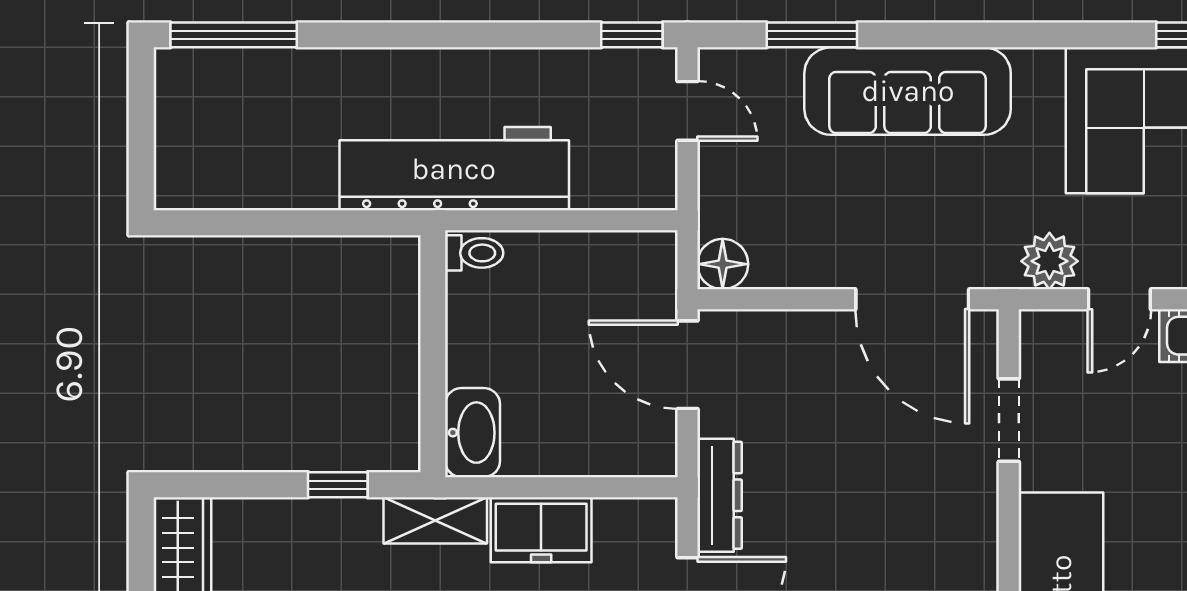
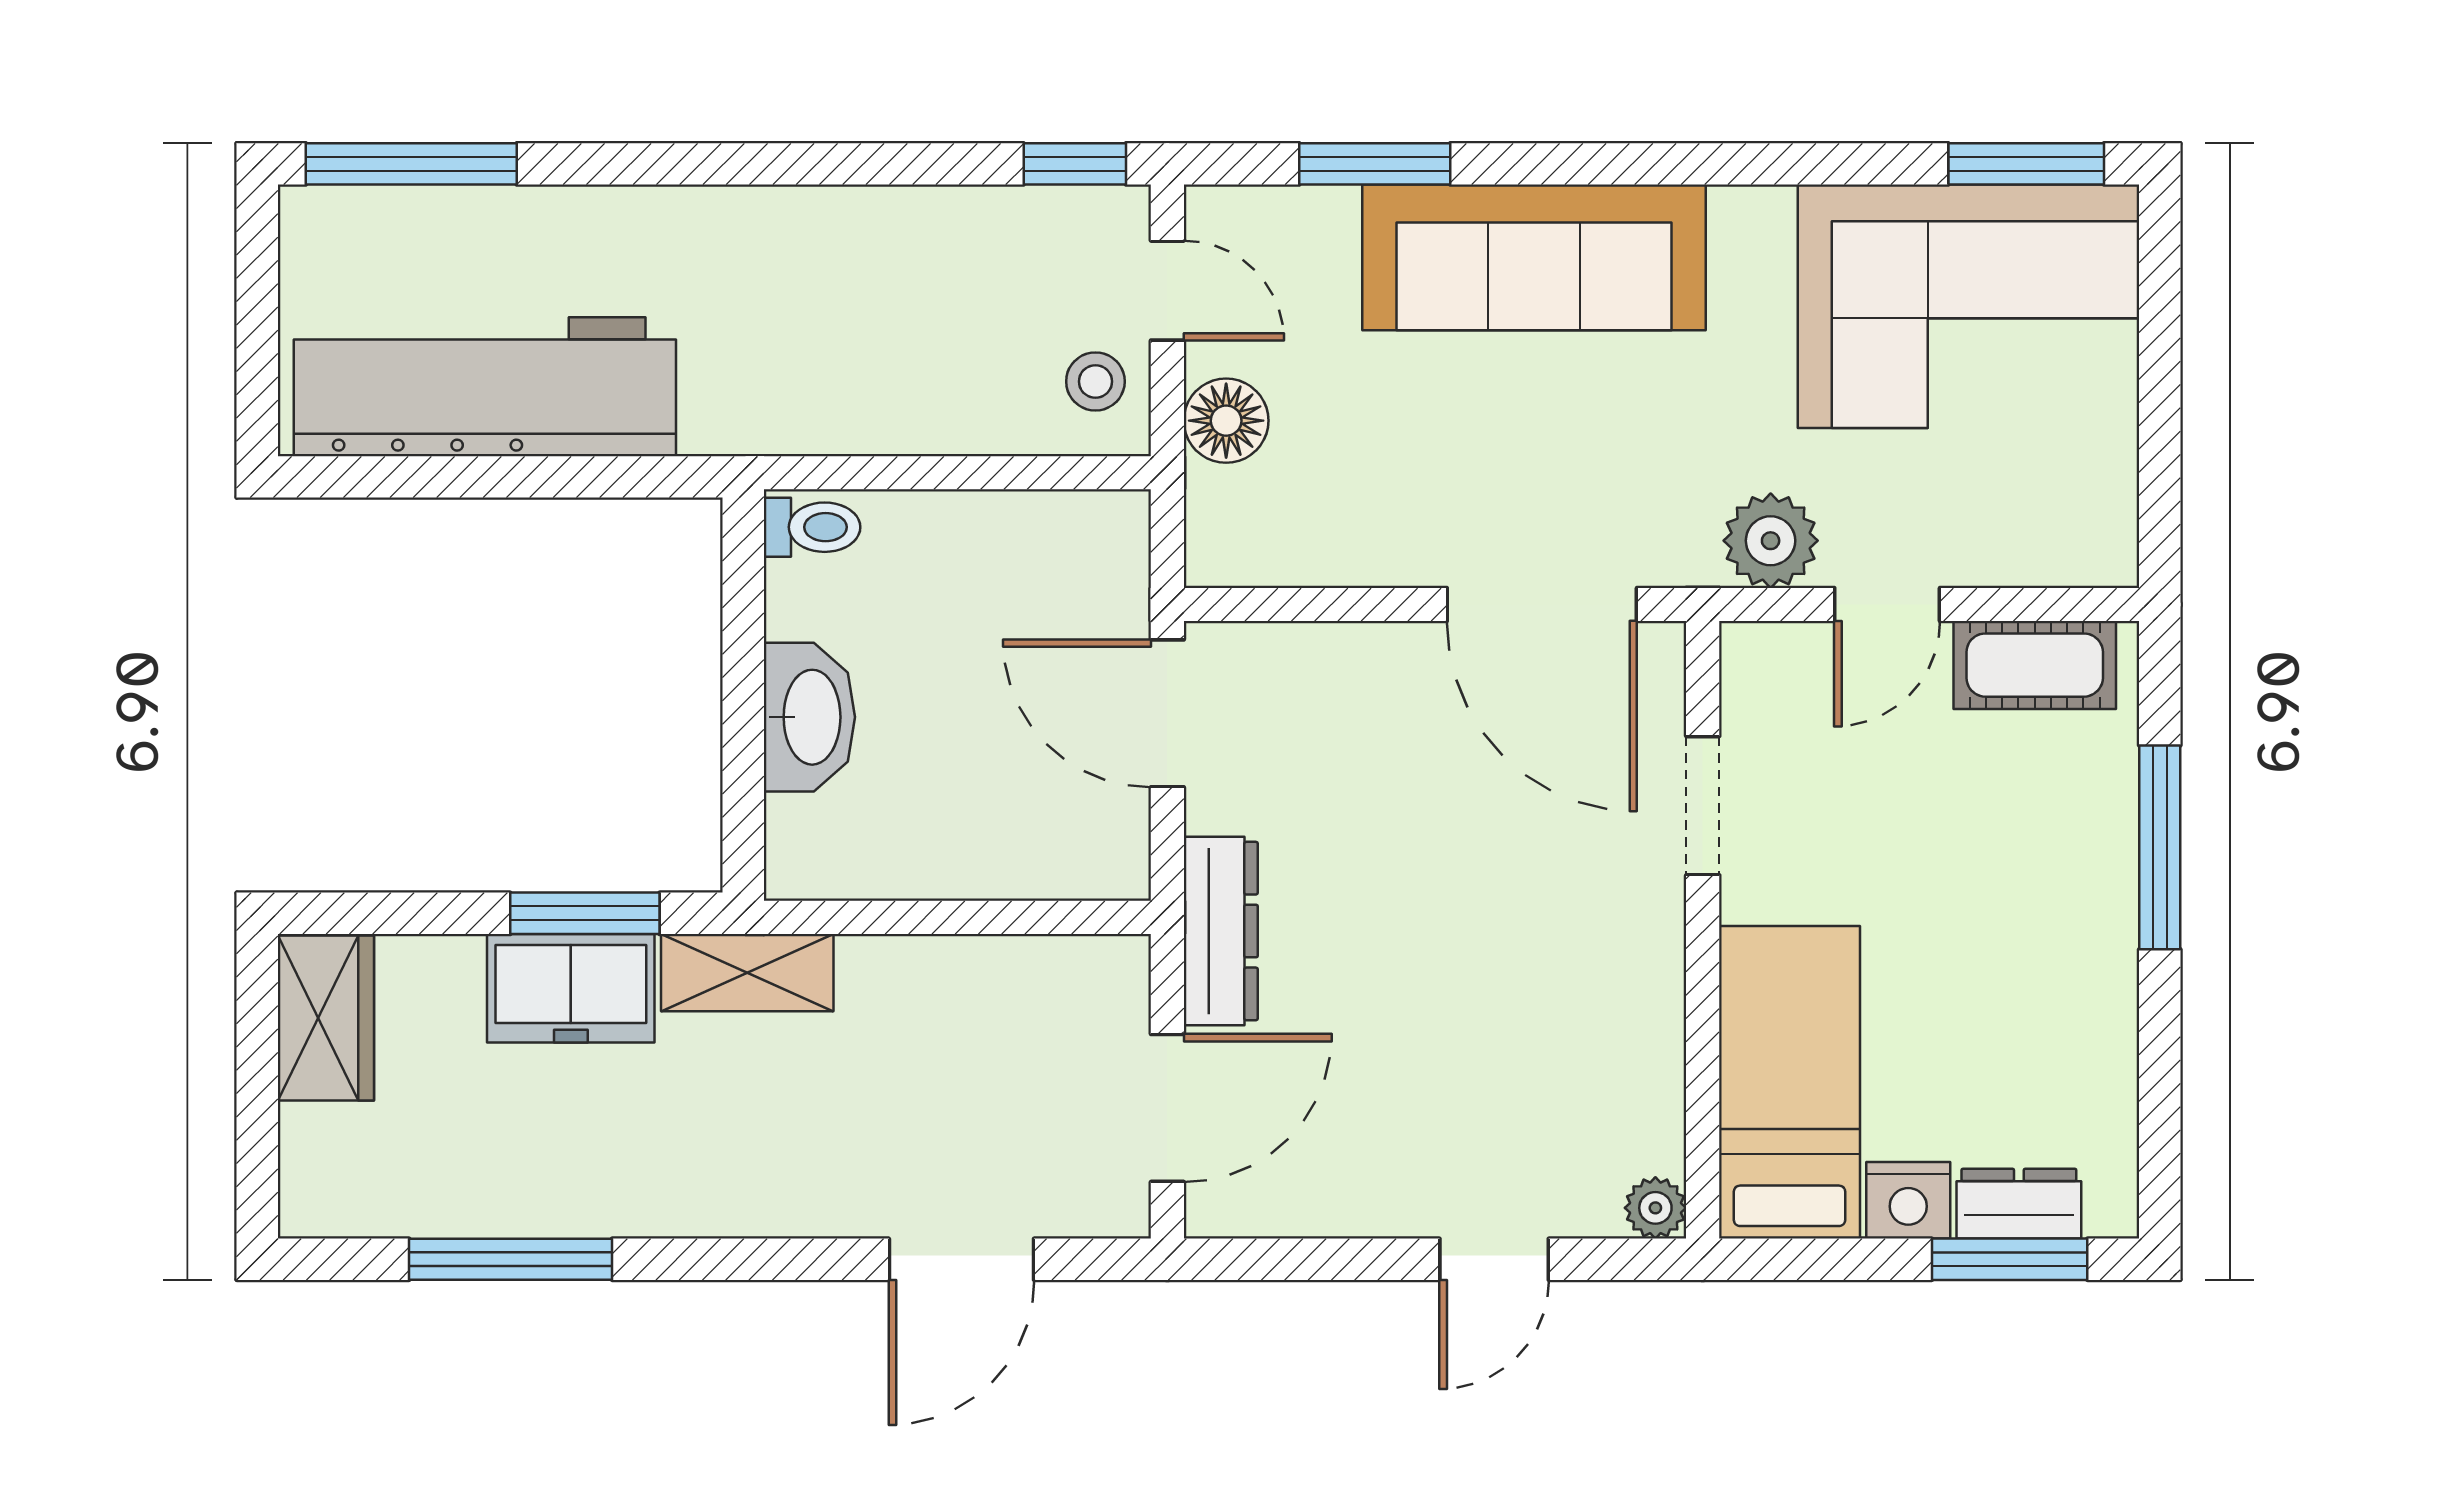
stool: (644, 165) -> (1095, 381), added
workbench: (454, 169) -> (485, 387), moved
floor lamp: (723, 264) -> (1226, 421), moved
washbasin: (473, 433) -> (809, 717), moved
window: (338, 485) -> (585, 913), width x1.50
freezer: (541, 530) -> (571, 988), moved

